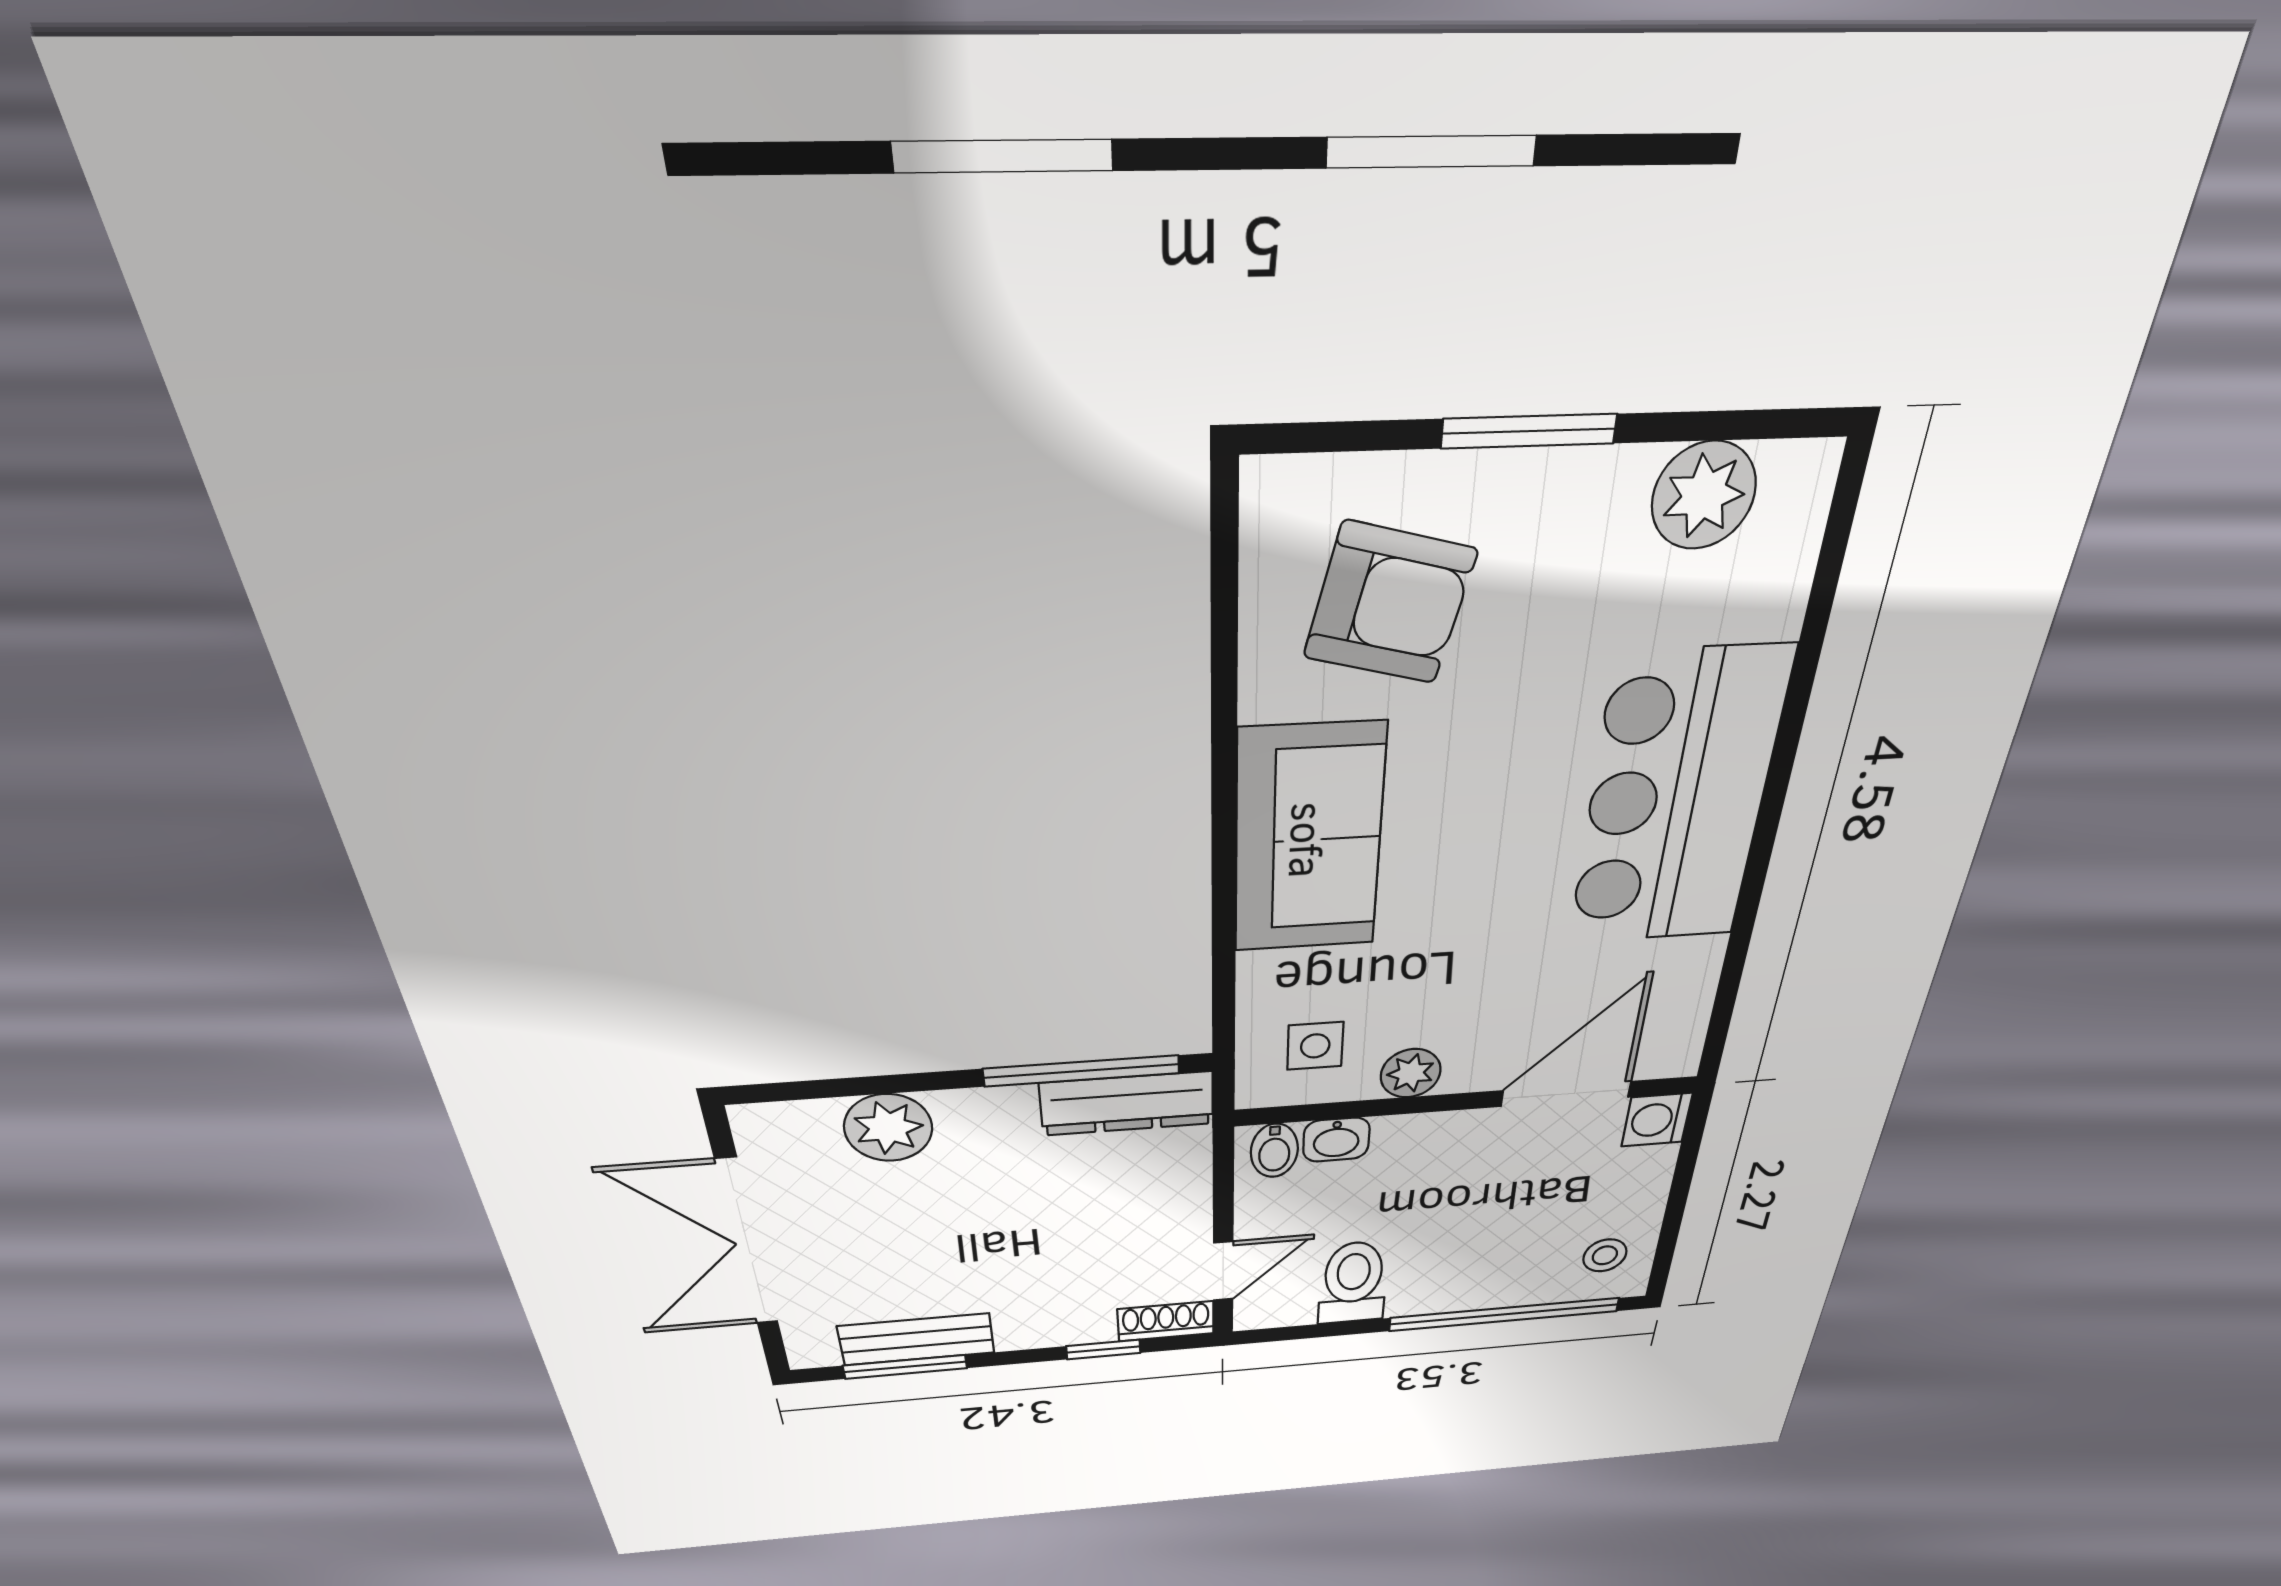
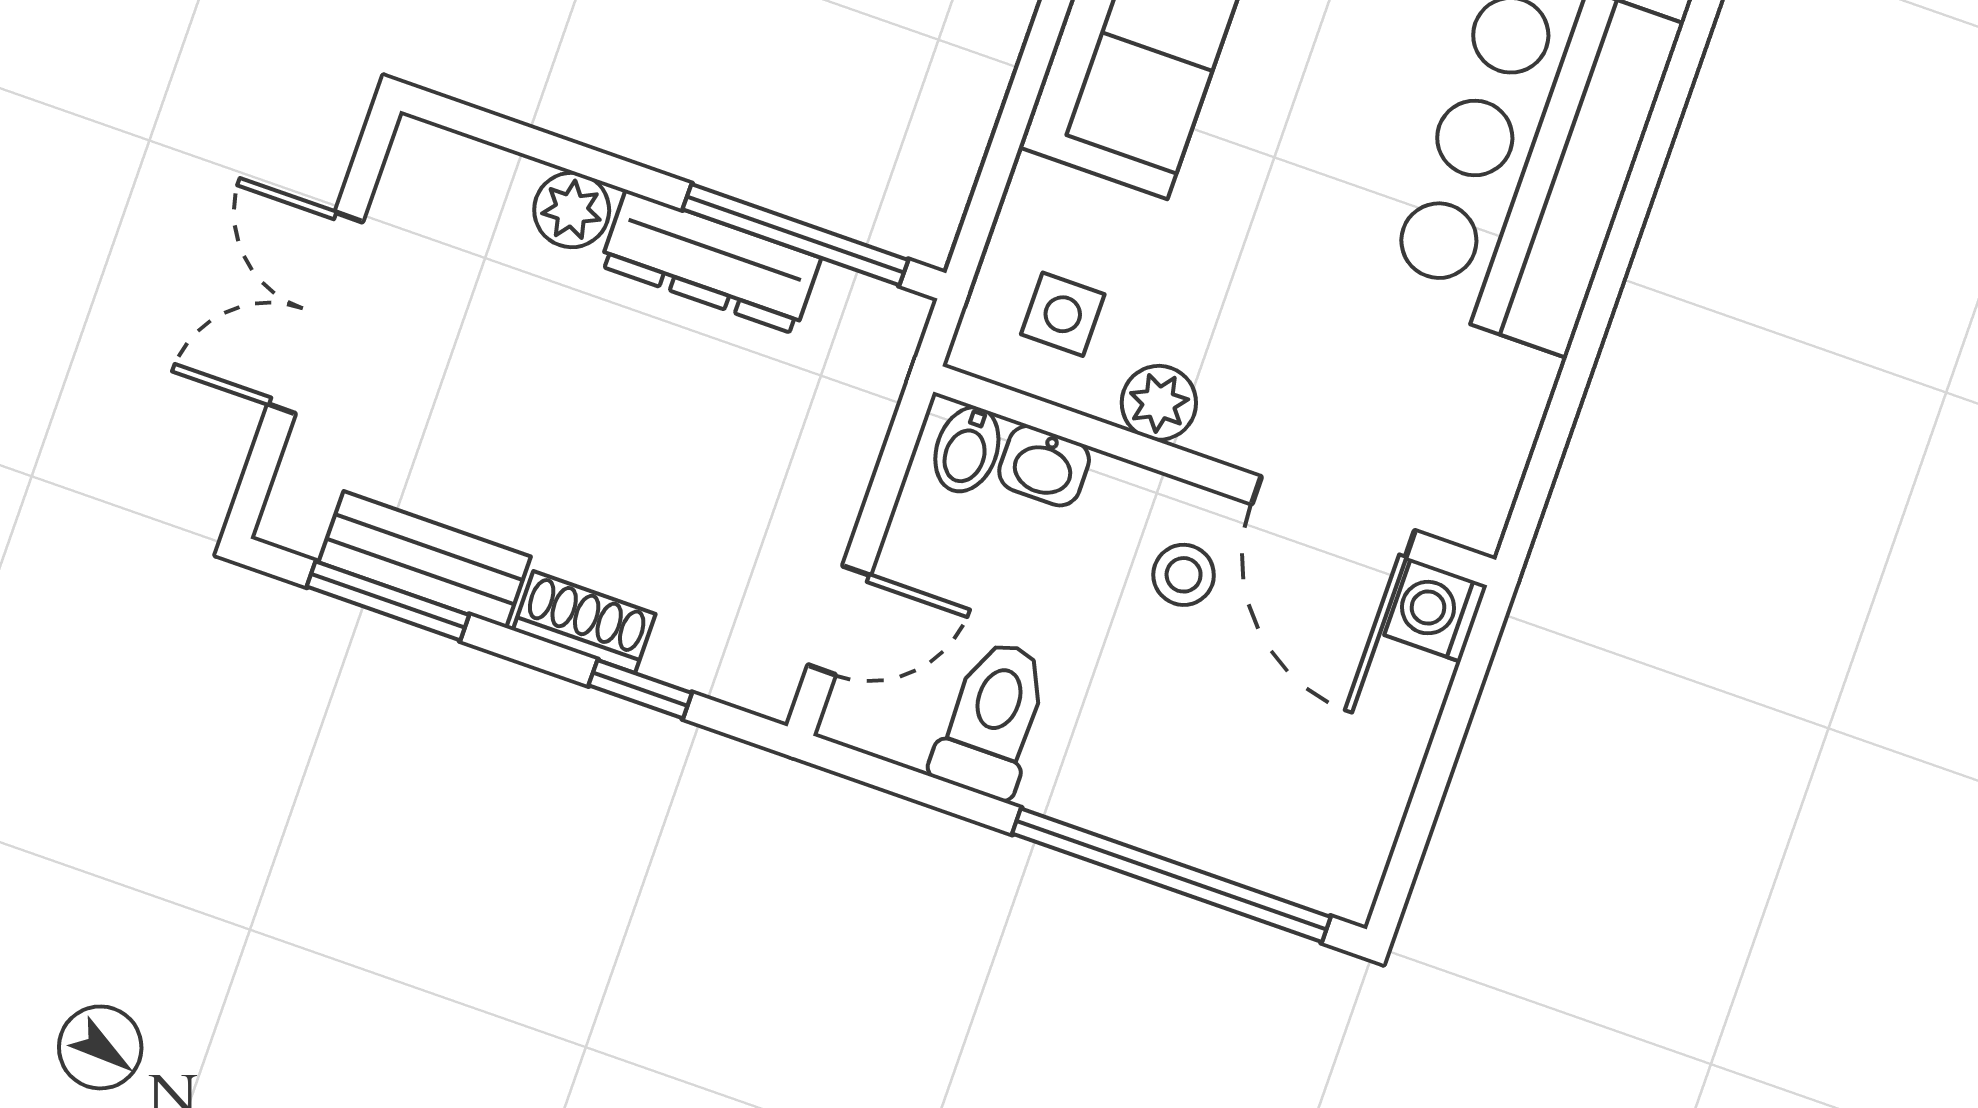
door: (1566, 1094) -> (1333, 517), swing flipped
dresser: (1127, 1103) -> (710, 262), moved
plant: (888, 1128) -> (572, 210), width x0.73, depth x0.73
double door: (747, 1243) -> (315, 313), width x0.73
stool: (1605, 1255) -> (1184, 575), moved
shoe rack: (1166, 1321) -> (584, 622), moved

